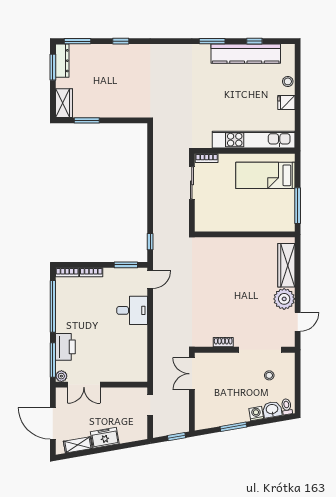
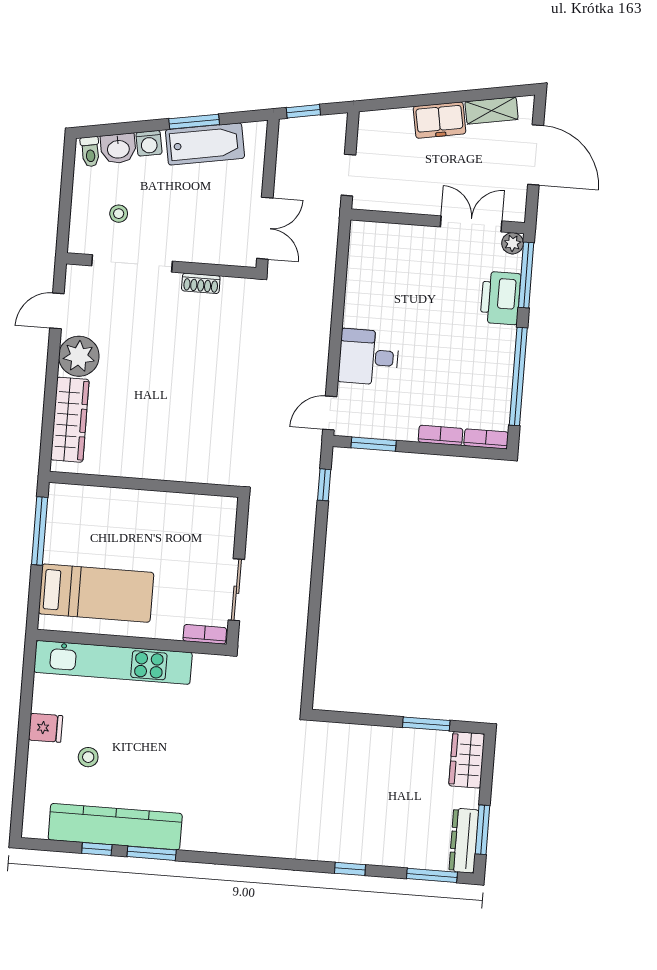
window: (212, 41) -> (152, 853), moved
stool: (288, 81) -> (88, 757), moved
bathtub: (227, 415) -> (205, 144), added

